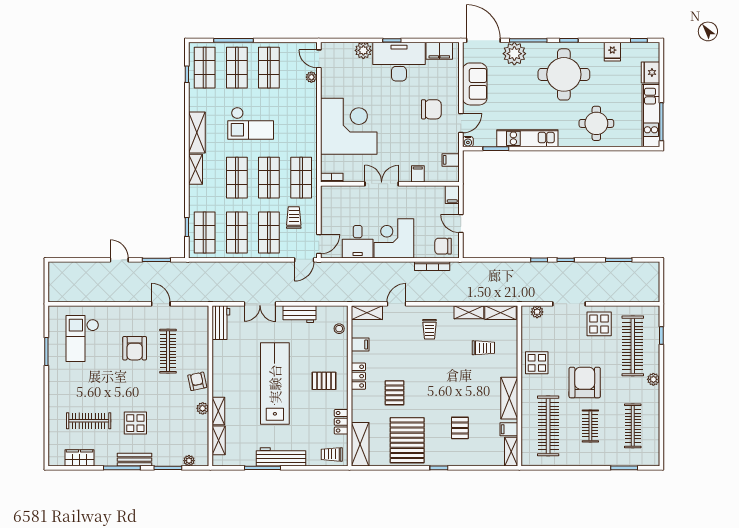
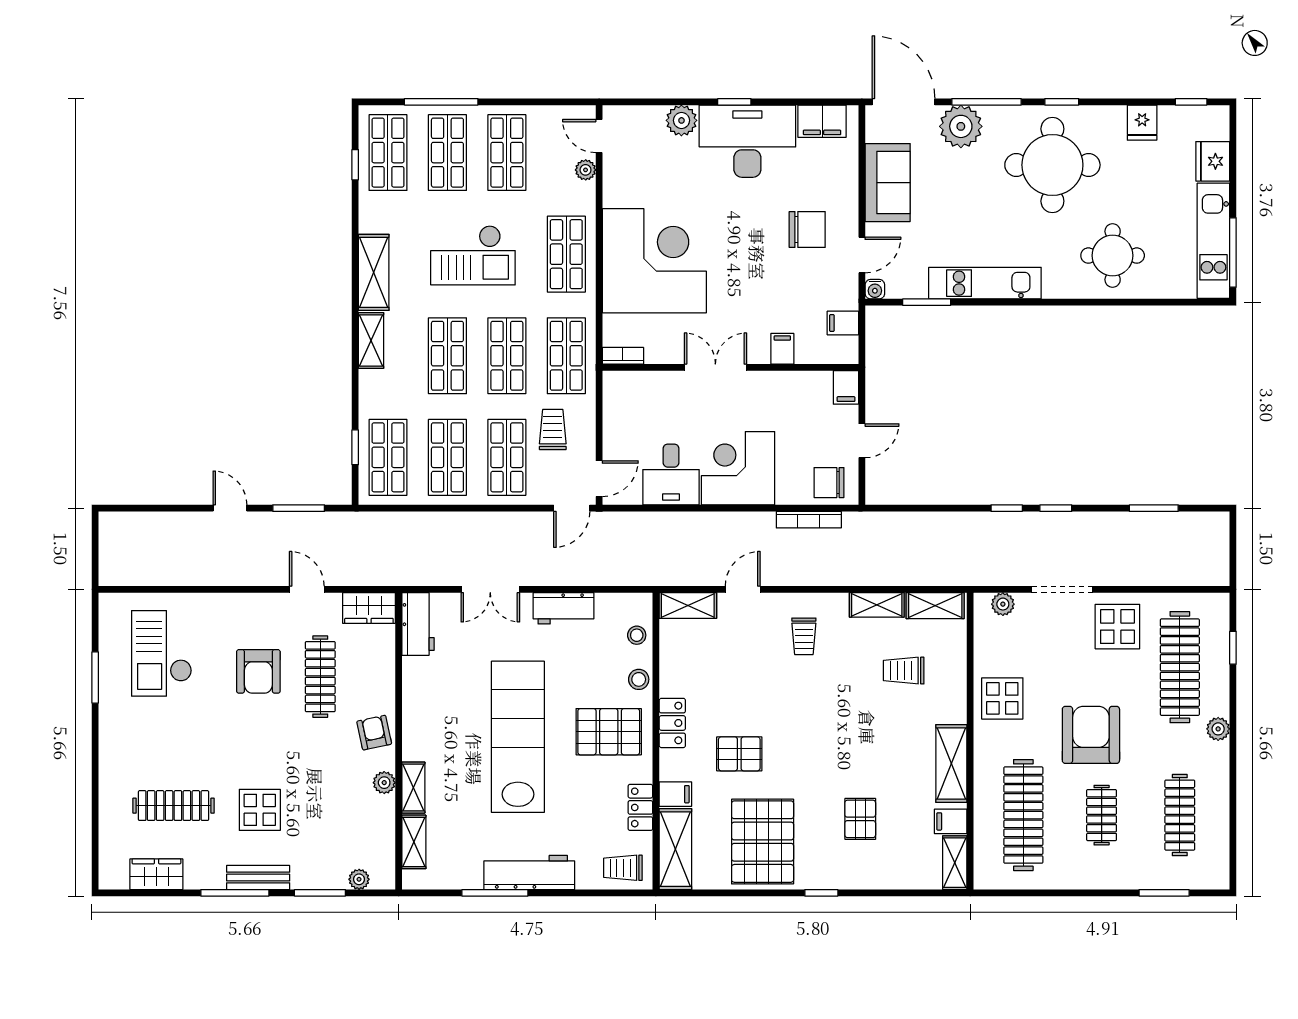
shop shelf: (301, 123) -> (566, 254), added
door: (461, 224) -> (862, 441), swing flipped
wardrobe: (194, 314) -> (369, 608), added
filing cabinet: (360, 344) -> (675, 794), moved
trolley: (483, 348) -> (904, 671), turned 180
stool: (340, 353) -> (639, 679), added
pallet: (324, 381) -> (609, 732), width x1.50, depth x1.42
pallet: (395, 393) -> (739, 754), turned 90

